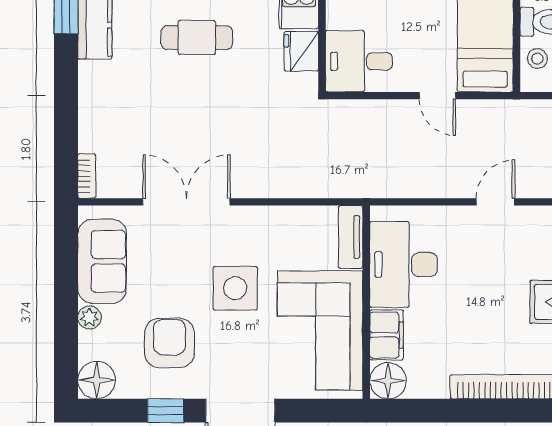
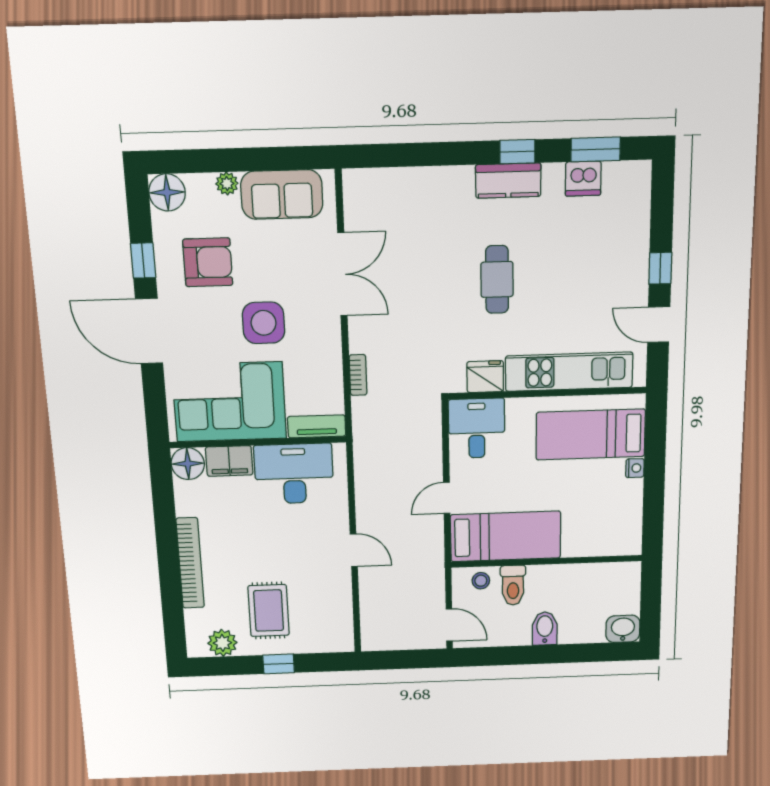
bookcase: (87, 176) -> (358, 375), moved, turned -90

